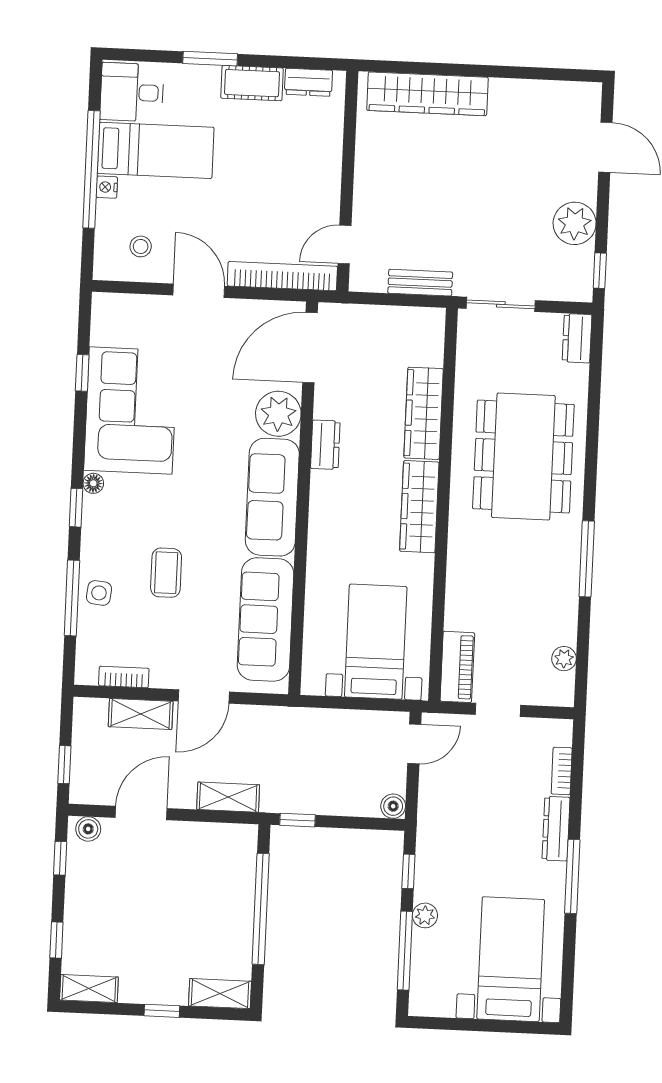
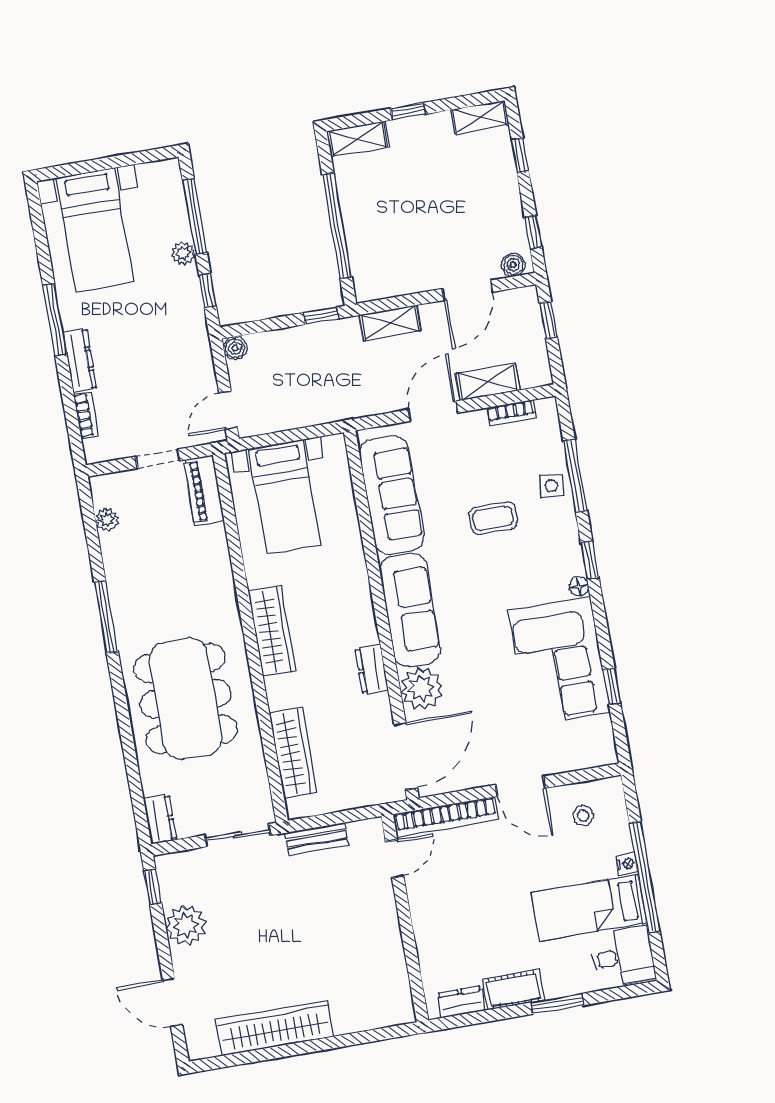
wardrobe: (427, 94) -> (275, 1028), moved
wardrobe: (424, 413) -> (293, 753), moved
coffee table: (166, 573) -> (493, 518), turned 90

